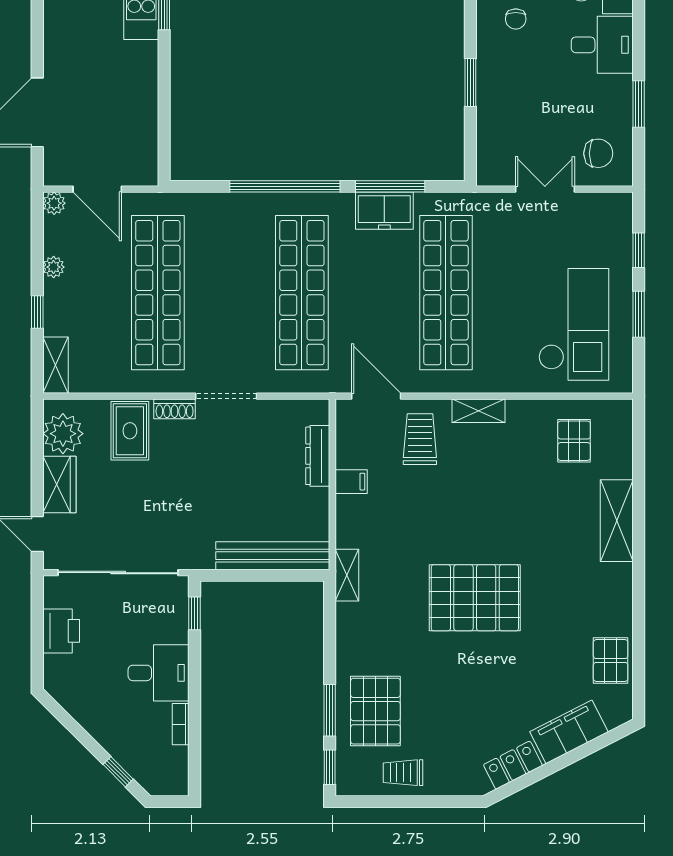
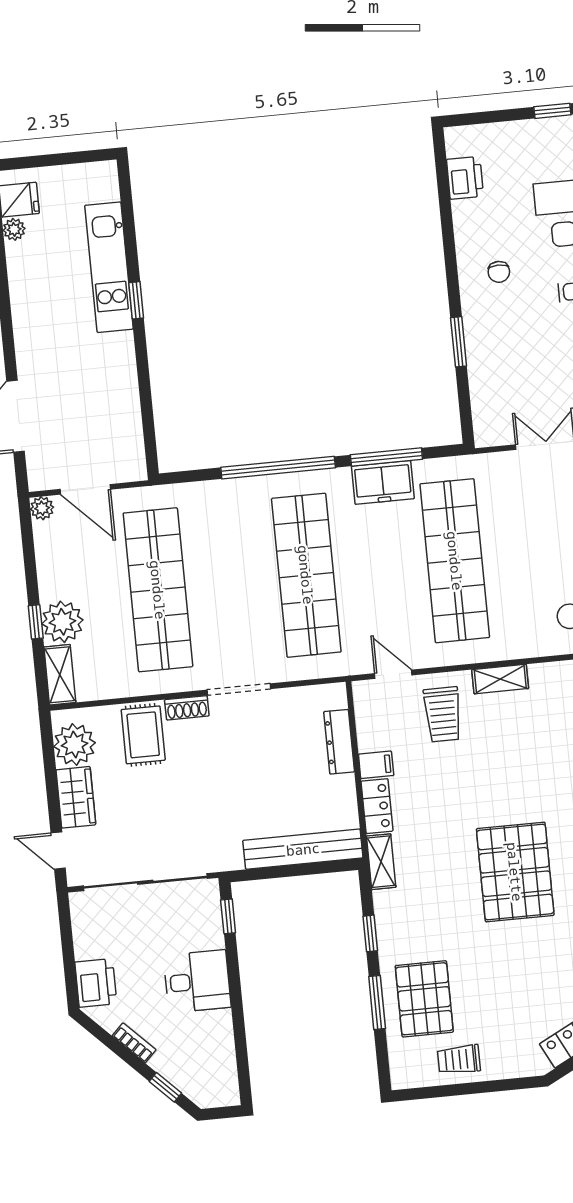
plant: (54, 267) -> (62, 622), moved, width x1.88, depth x1.88
door: (376, 396) -> (393, 674), width x0.73
trolley: (420, 439) -> (443, 714), turned 180
locker: (348, 521) -> (377, 806), added
pallet: (475, 598) -> (515, 872), turned 90
printer: (61, 631) -> (96, 983), moved
bookcase: (181, 724) -> (134, 1043), moved, turned 135
window: (330, 767) -> (370, 933), moved

